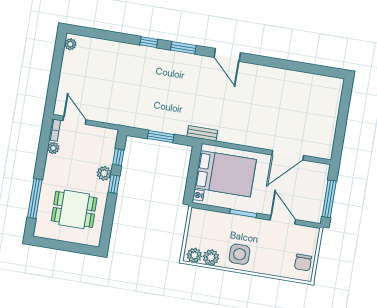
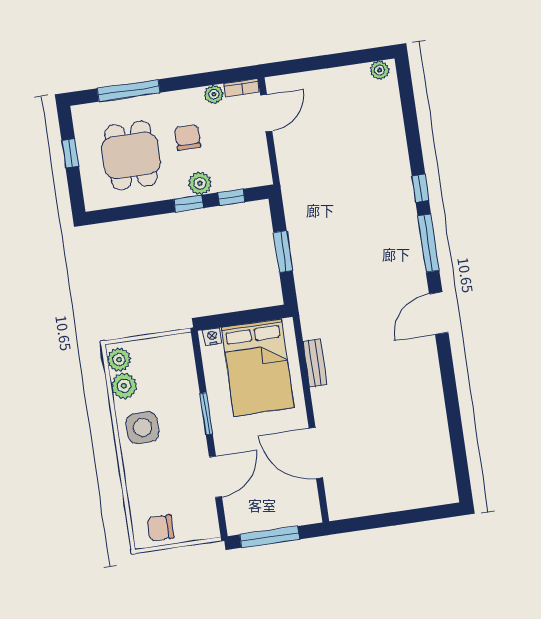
window: (183, 48) -> (428, 243), width x1.44
bench: (202, 133) -> (315, 363), moved
chair: (74, 172) -> (188, 137), added
window: (61, 245) -> (70, 153), added

